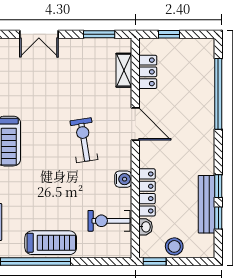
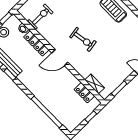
door: (135, 124) -> (60, 58), moved
water cooler: (123, 179) -> (51, 39), removed

